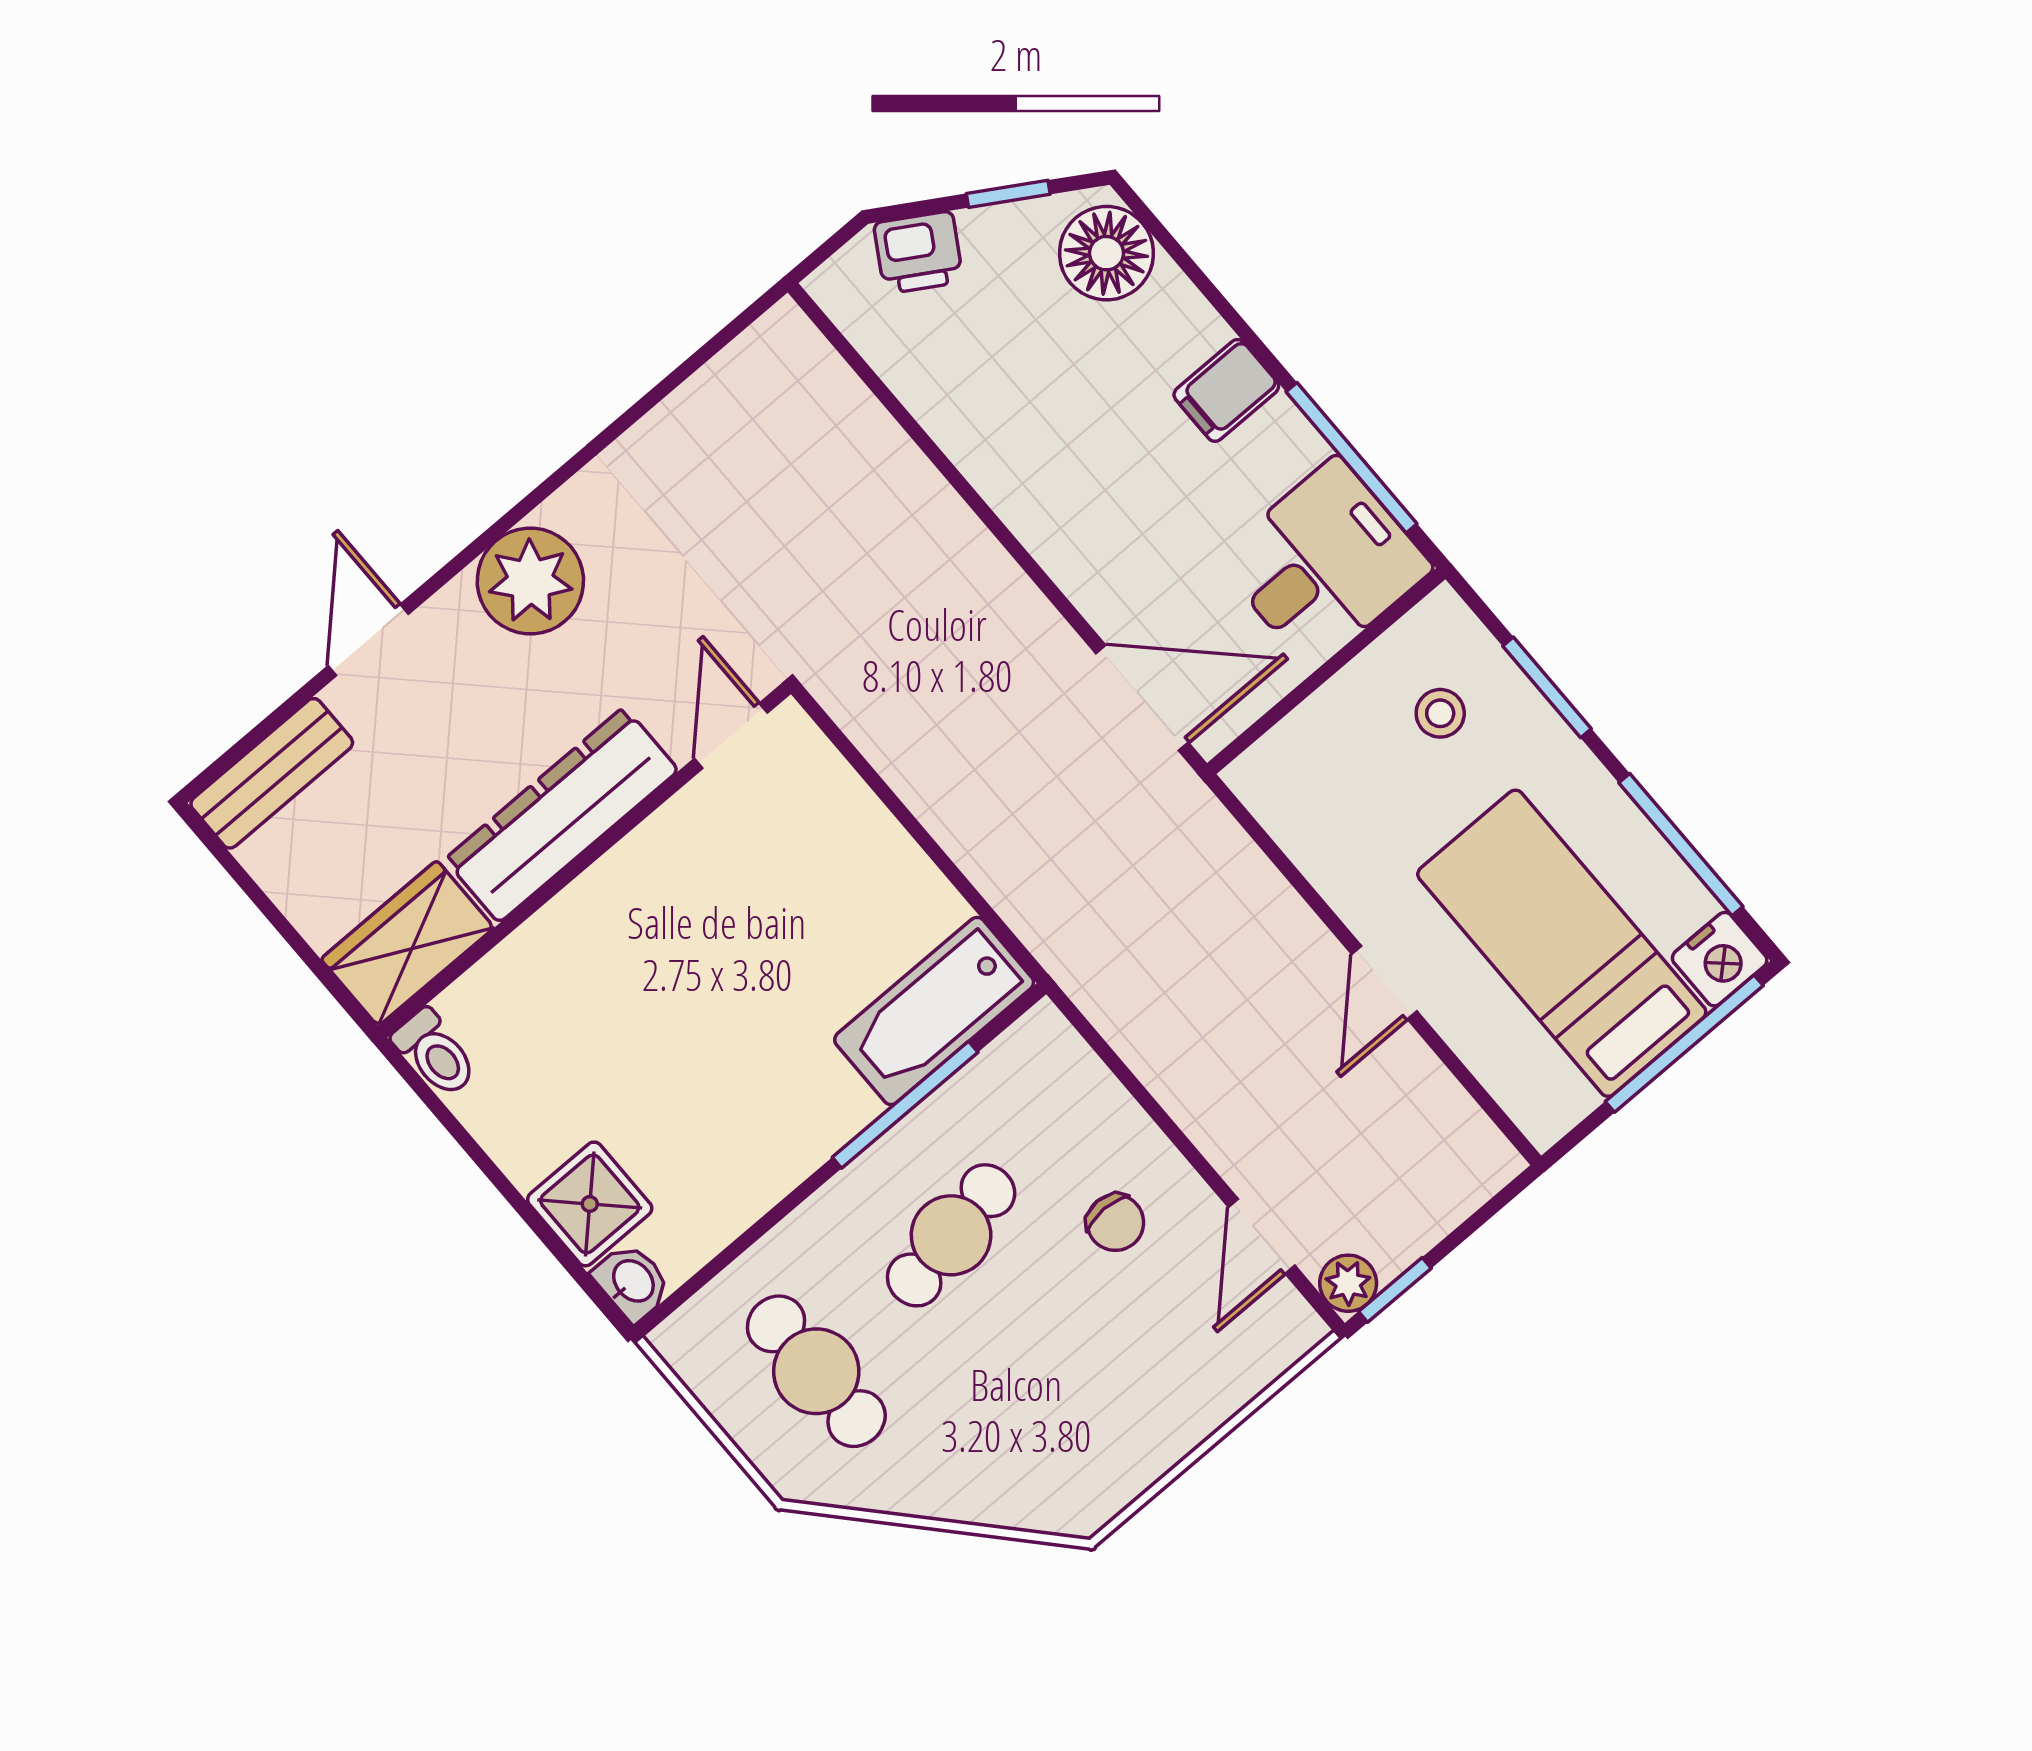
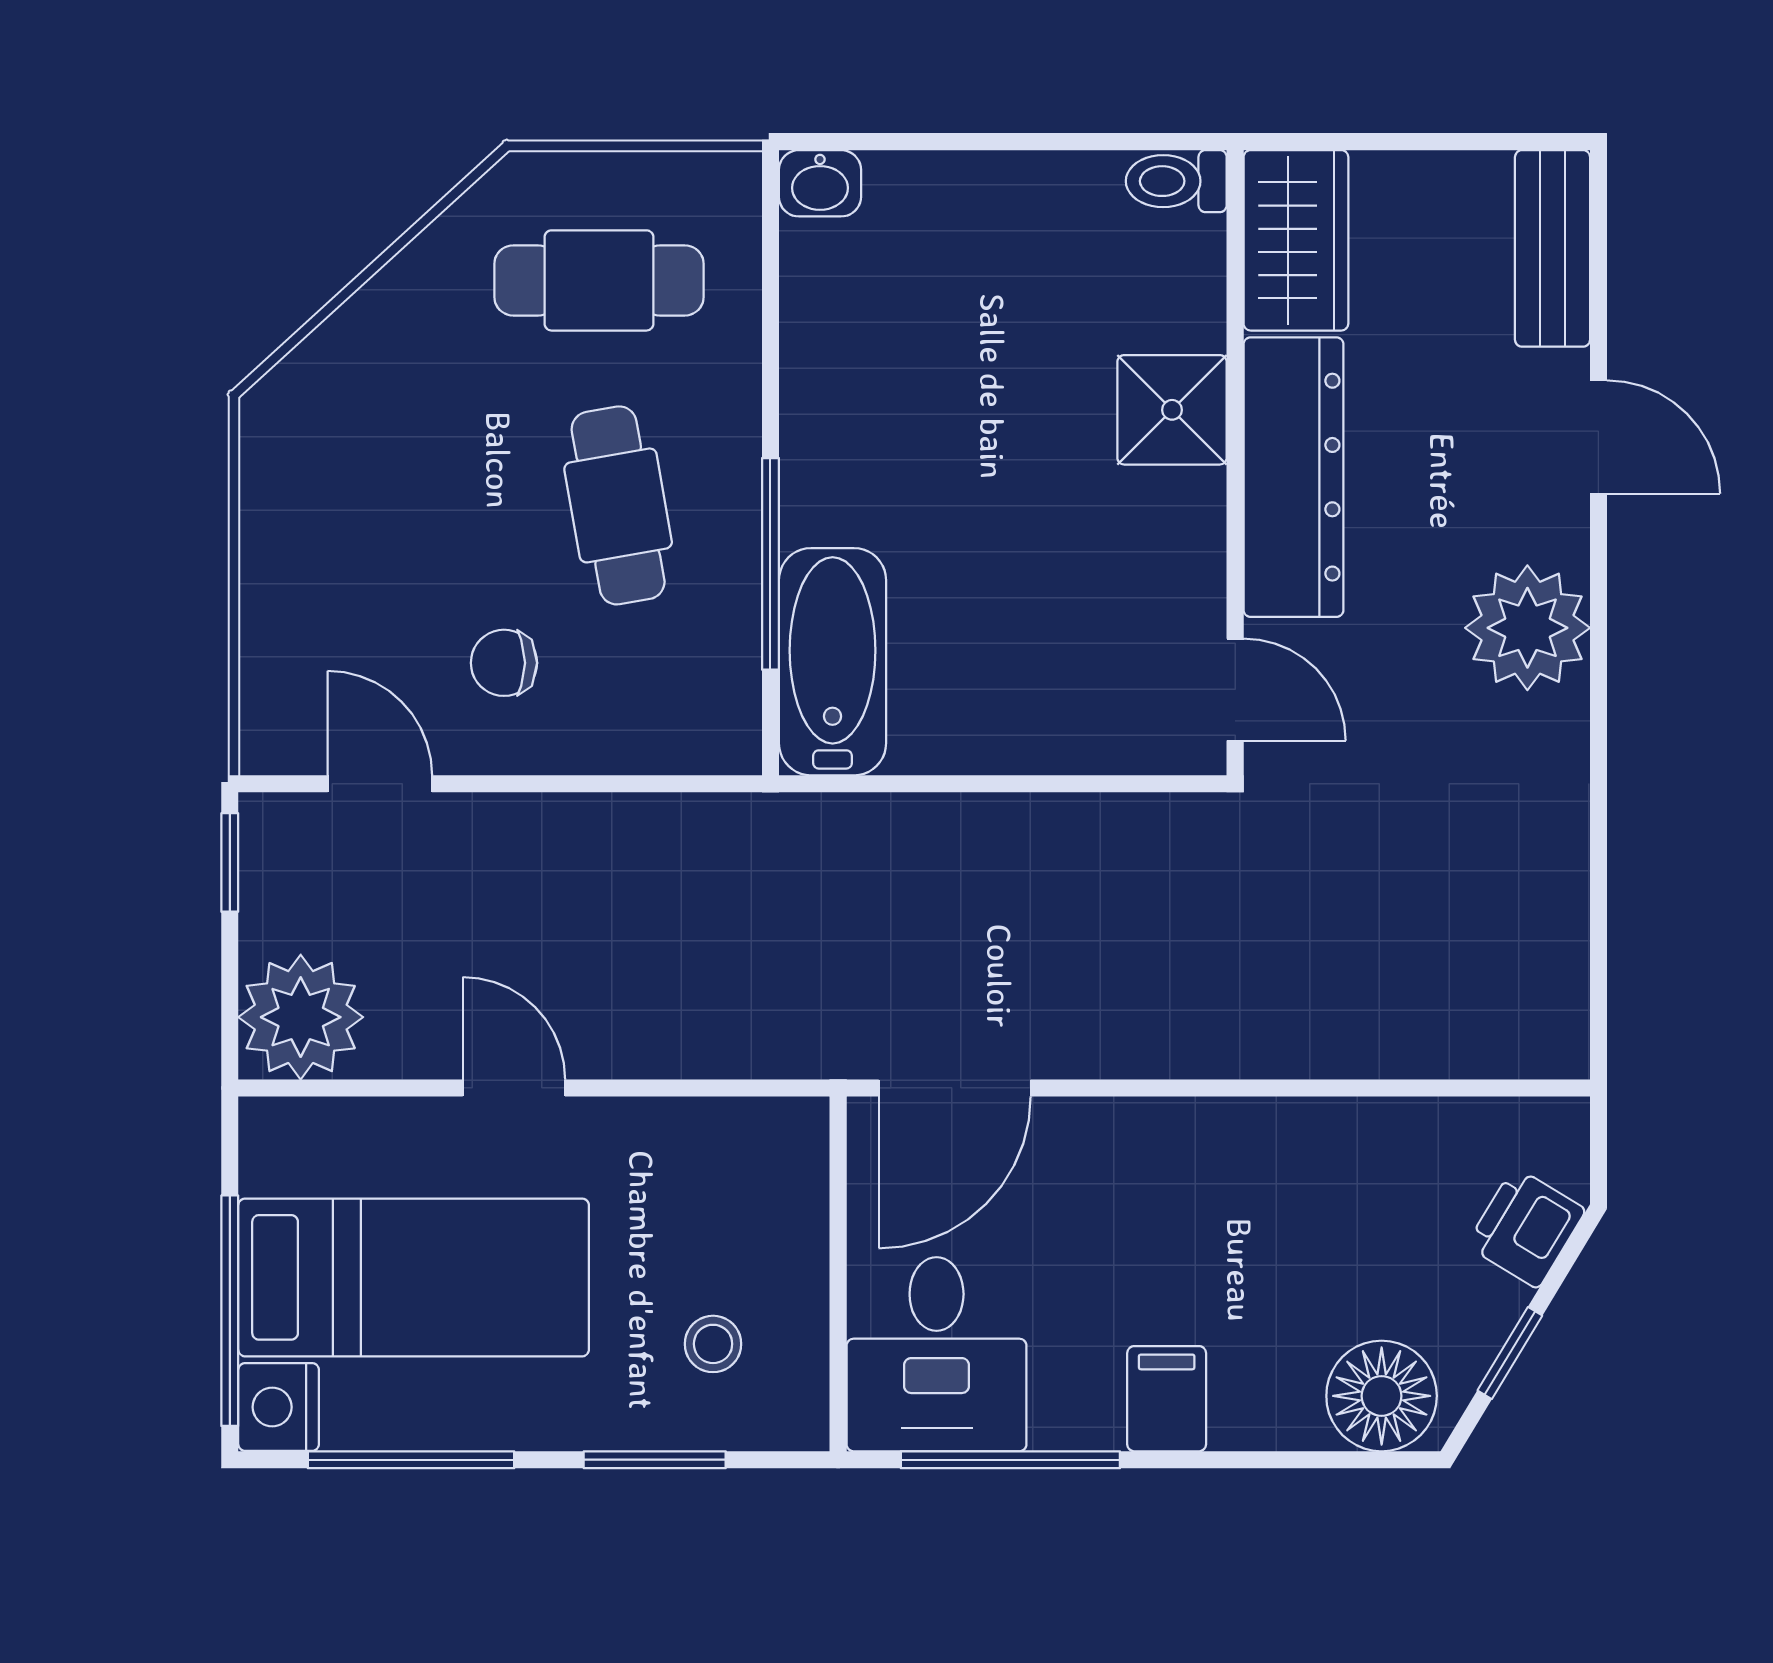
shower: (590, 1204) -> (1172, 410), moved
plant: (1348, 1283) -> (301, 1017), moved, width x1.88, depth x1.88

